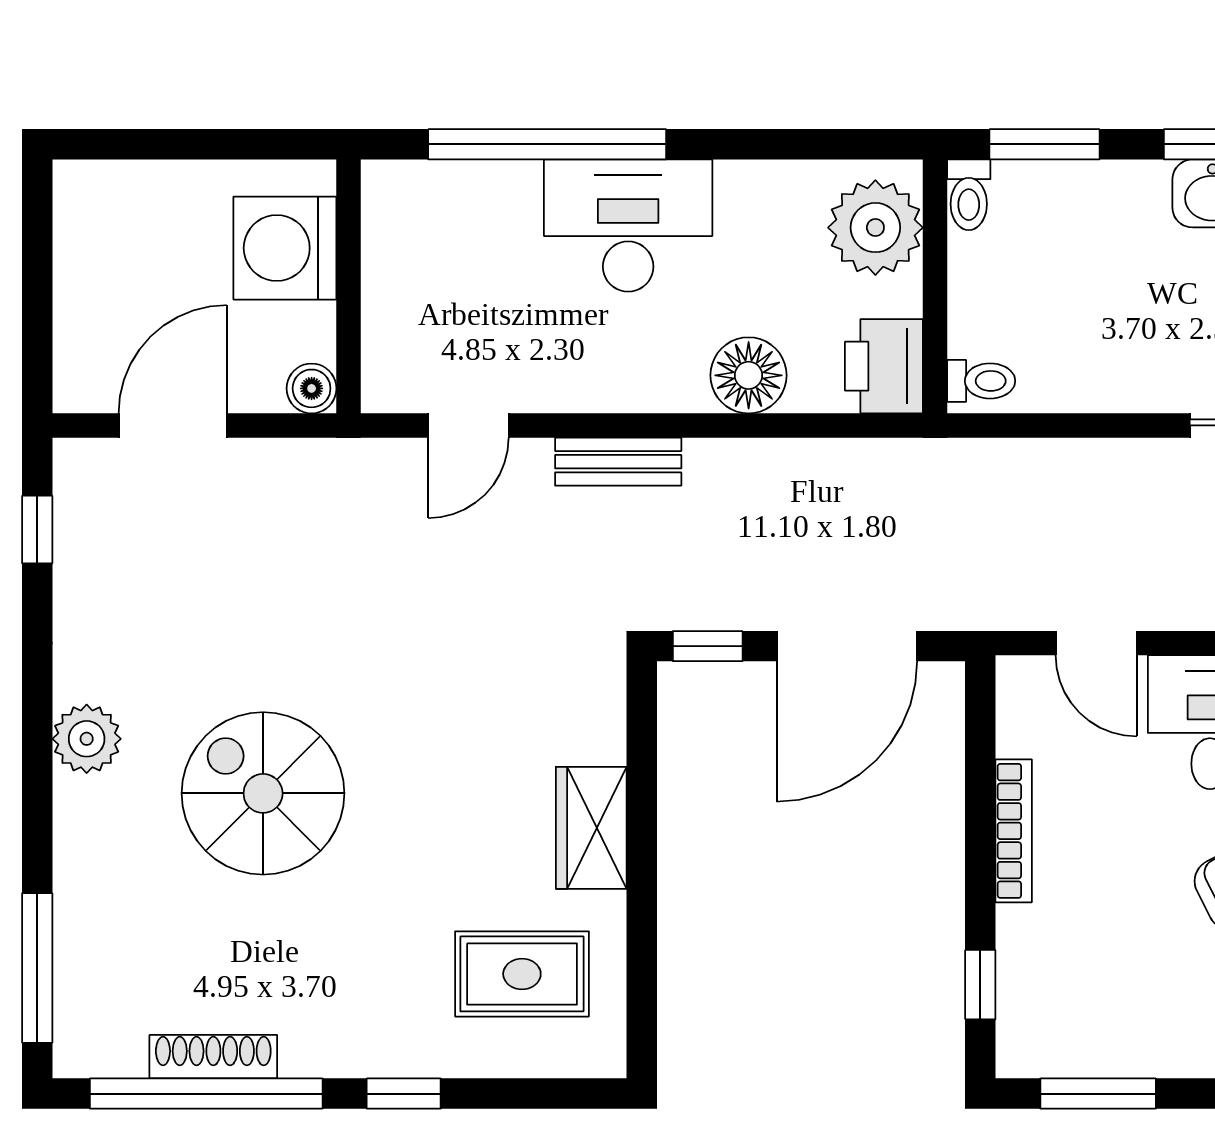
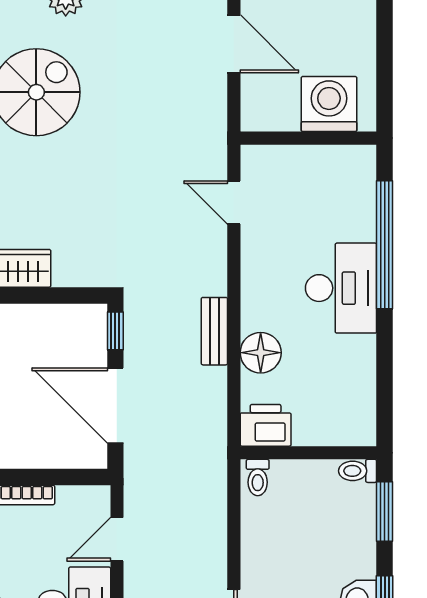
plant: (875, 228) -> (340, 421), removed
boiler: (312, 388) -> (254, 118), removed
bench: (618, 462) -> (214, 331), moved

